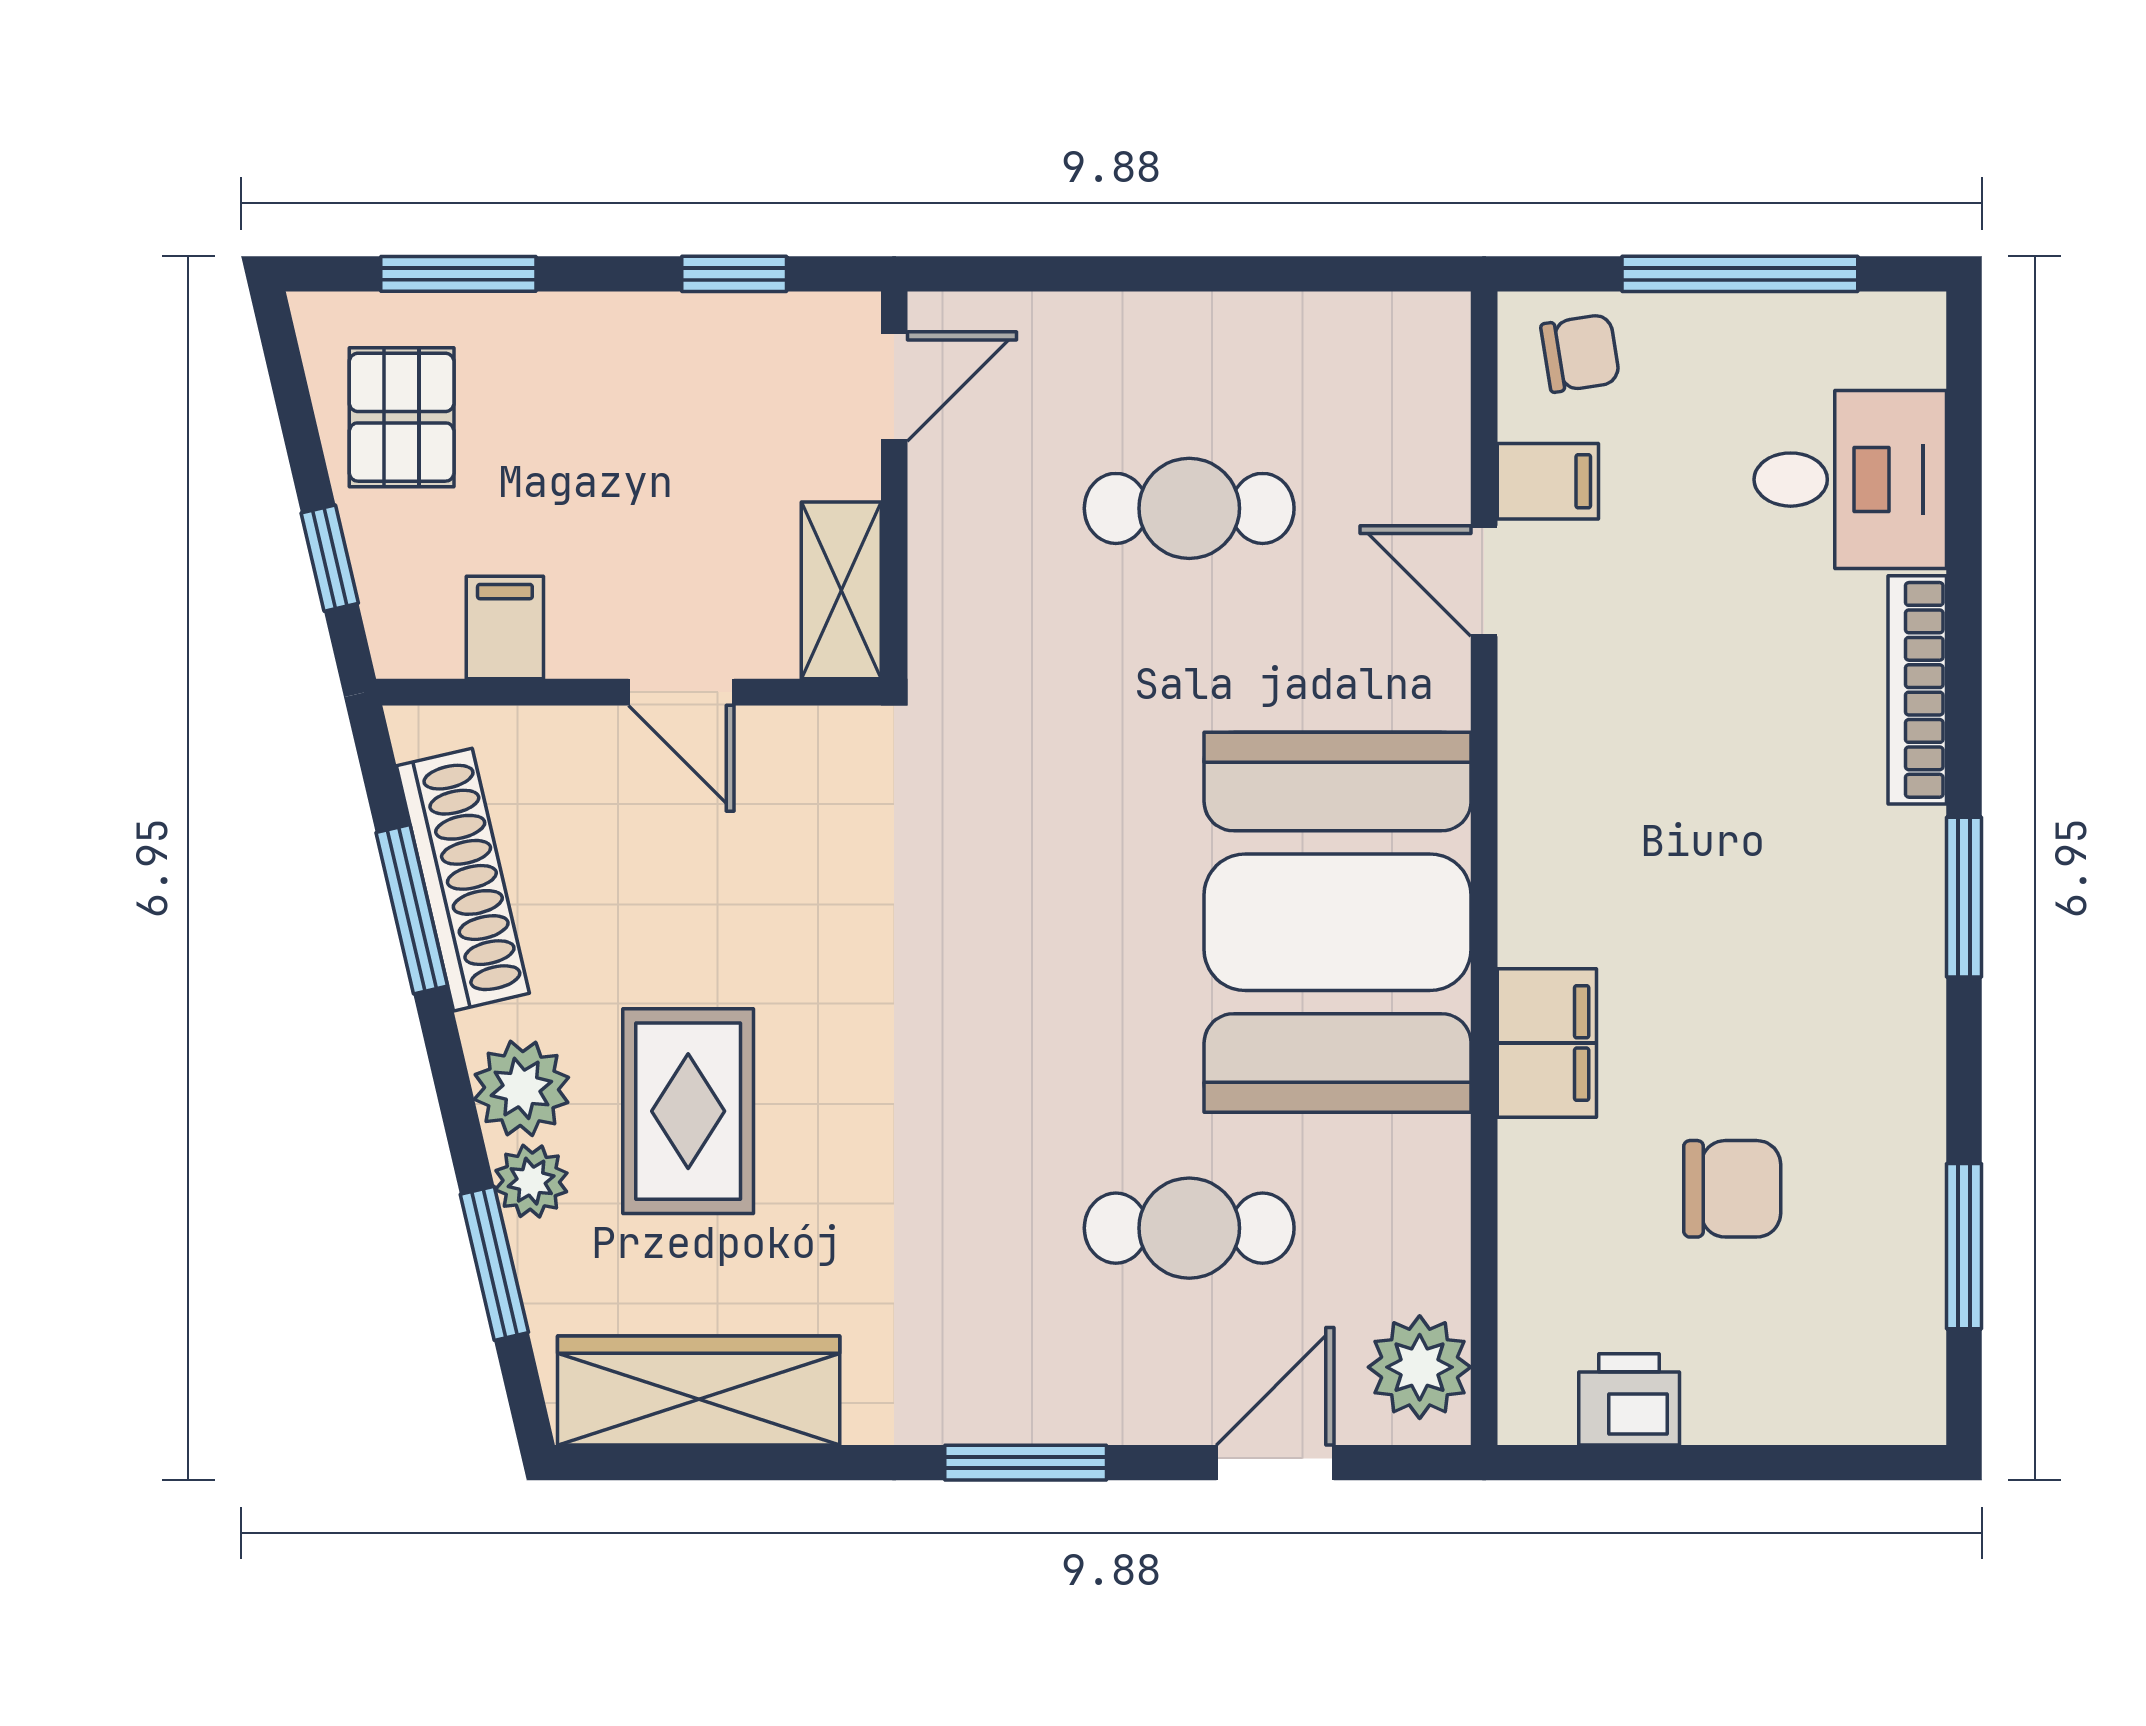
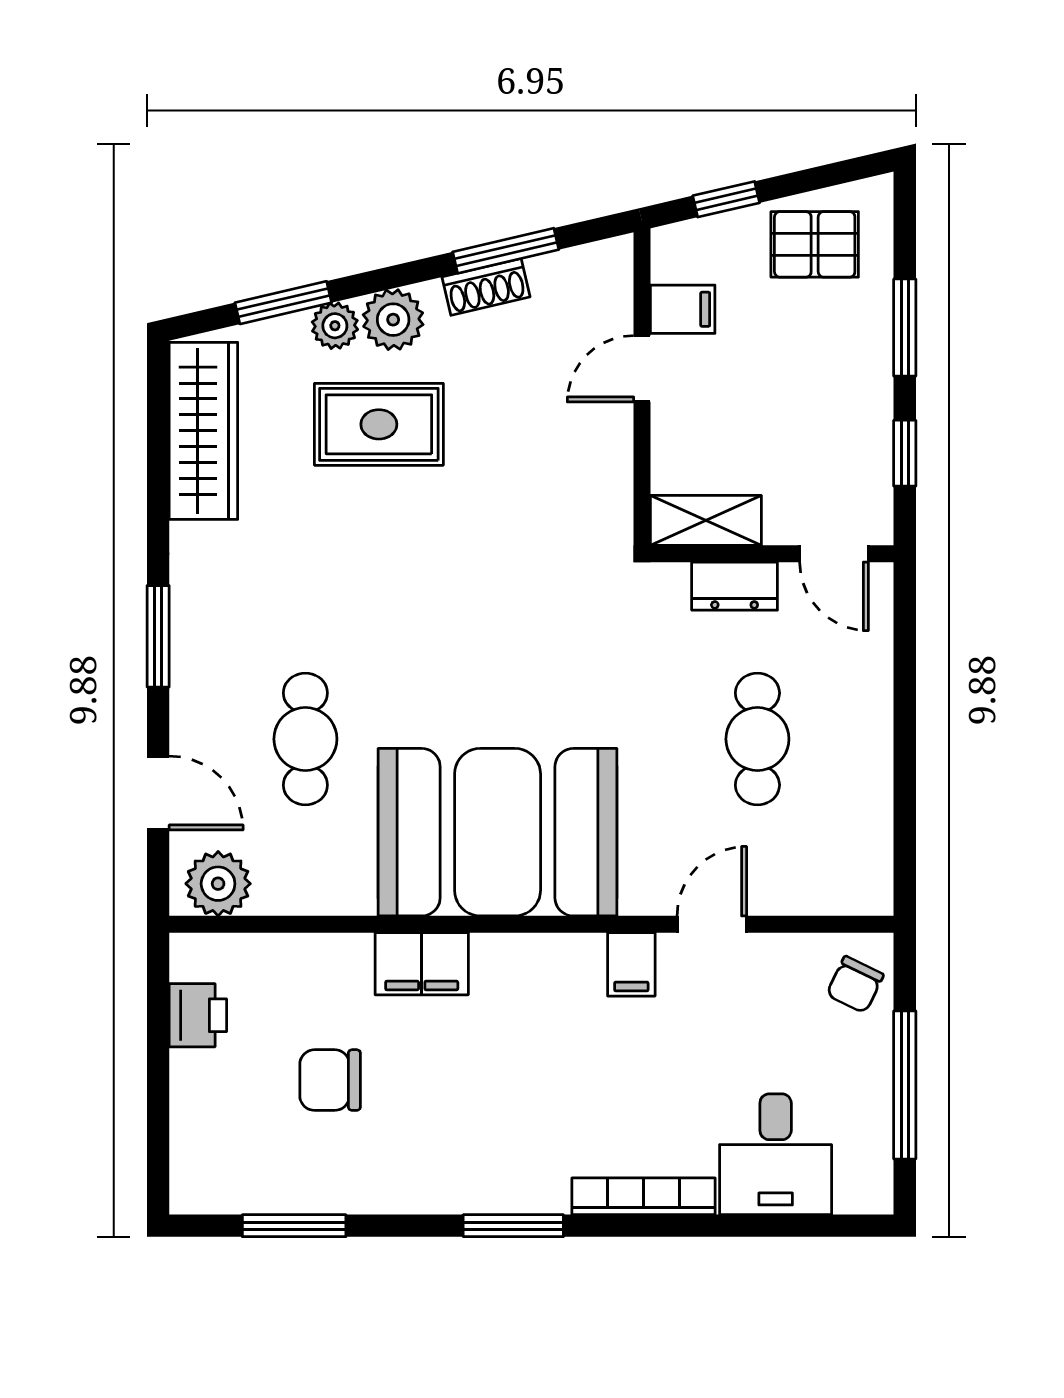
window: (458, 274) -> (905, 328), moved
chair: (1580, 353) -> (855, 985), turned 35
filing cabinet: (1548, 481) -> (631, 964), moved
dresser: (946, 545) -> (735, 586), added
door: (681, 692) -> (642, 369), moved
shoe rack: (463, 880) -> (486, 287), width x0.51, depth x0.81
chair: (1732, 1189) -> (330, 1080), turned 90

